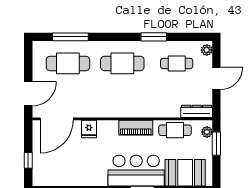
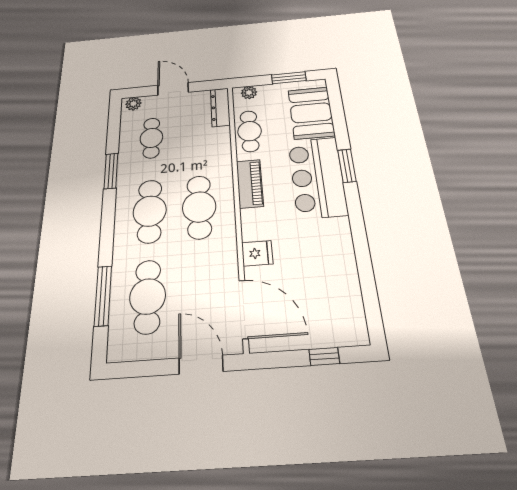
cafe table: (122, 95) -> (199, 207), added
window: (216, 144) -> (289, 78), moved

